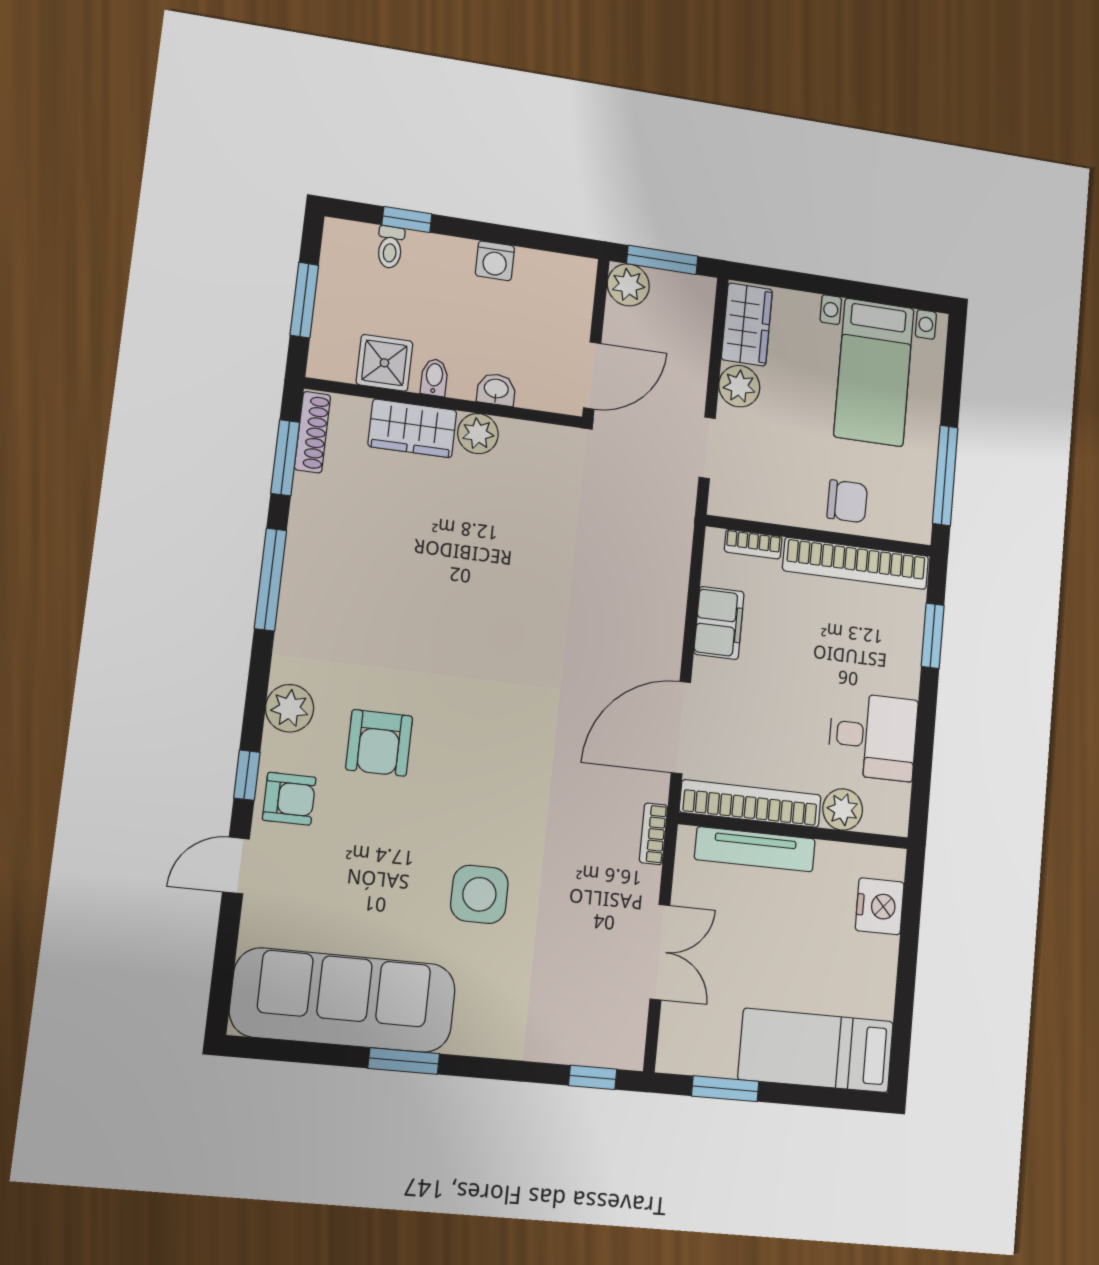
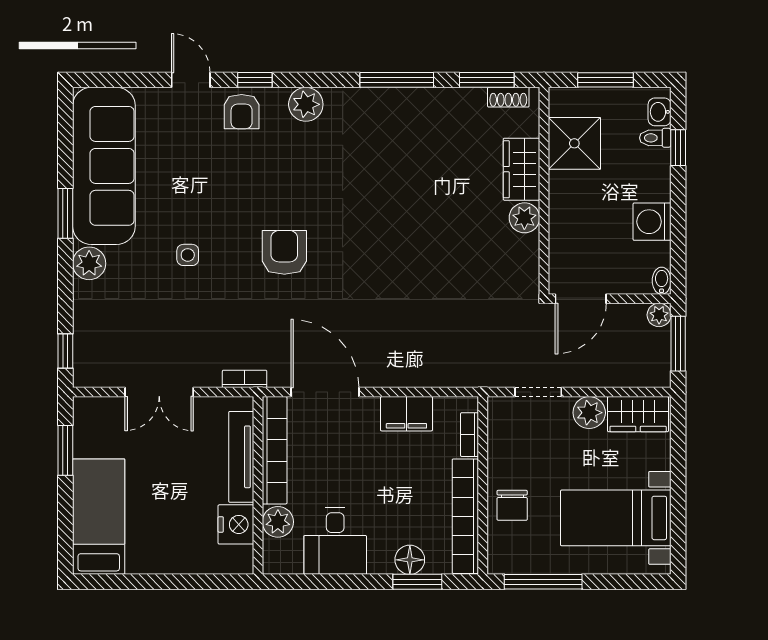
washing machine: (495, 261) -> (652, 222), width x1.38, depth x1.38
plant: (628, 285) -> (659, 315), width x0.73, depth x0.73
shower: (384, 363) -> (574, 143), width x1.36, depth x1.36
door: (592, 376) -> (581, 299), hinge flipped
bidet: (434, 377) -> (662, 281), moved, turned -90
washbasin: (496, 389) -> (660, 112), moved, turned 180
shoe rack: (312, 432) -> (508, 97), width x0.70
floor lamp: (904, 642) -> (410, 560), added
armchair: (379, 743) -> (284, 252), moved, turned 90
side table: (479, 894) -> (188, 255), width x0.54, depth x0.54
nightstand: (880, 906) -> (236, 524), moved, turned -90
plant: (476, 1033) -> (89, 263), added

